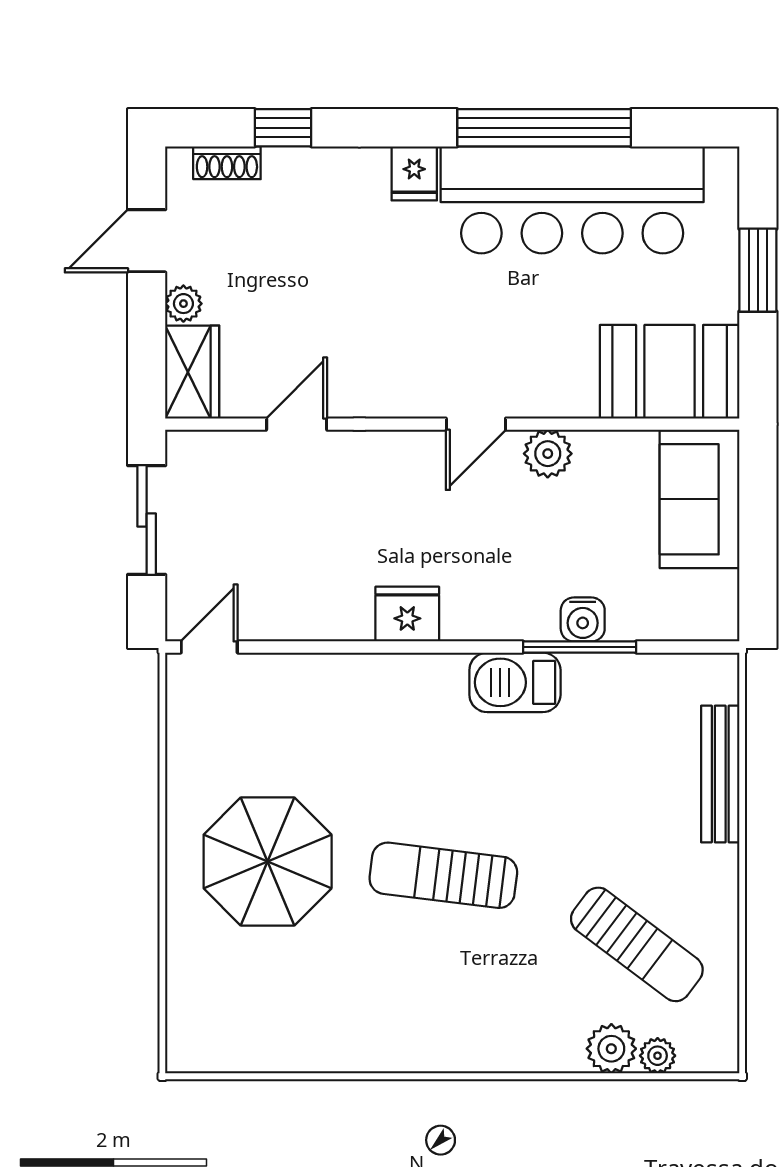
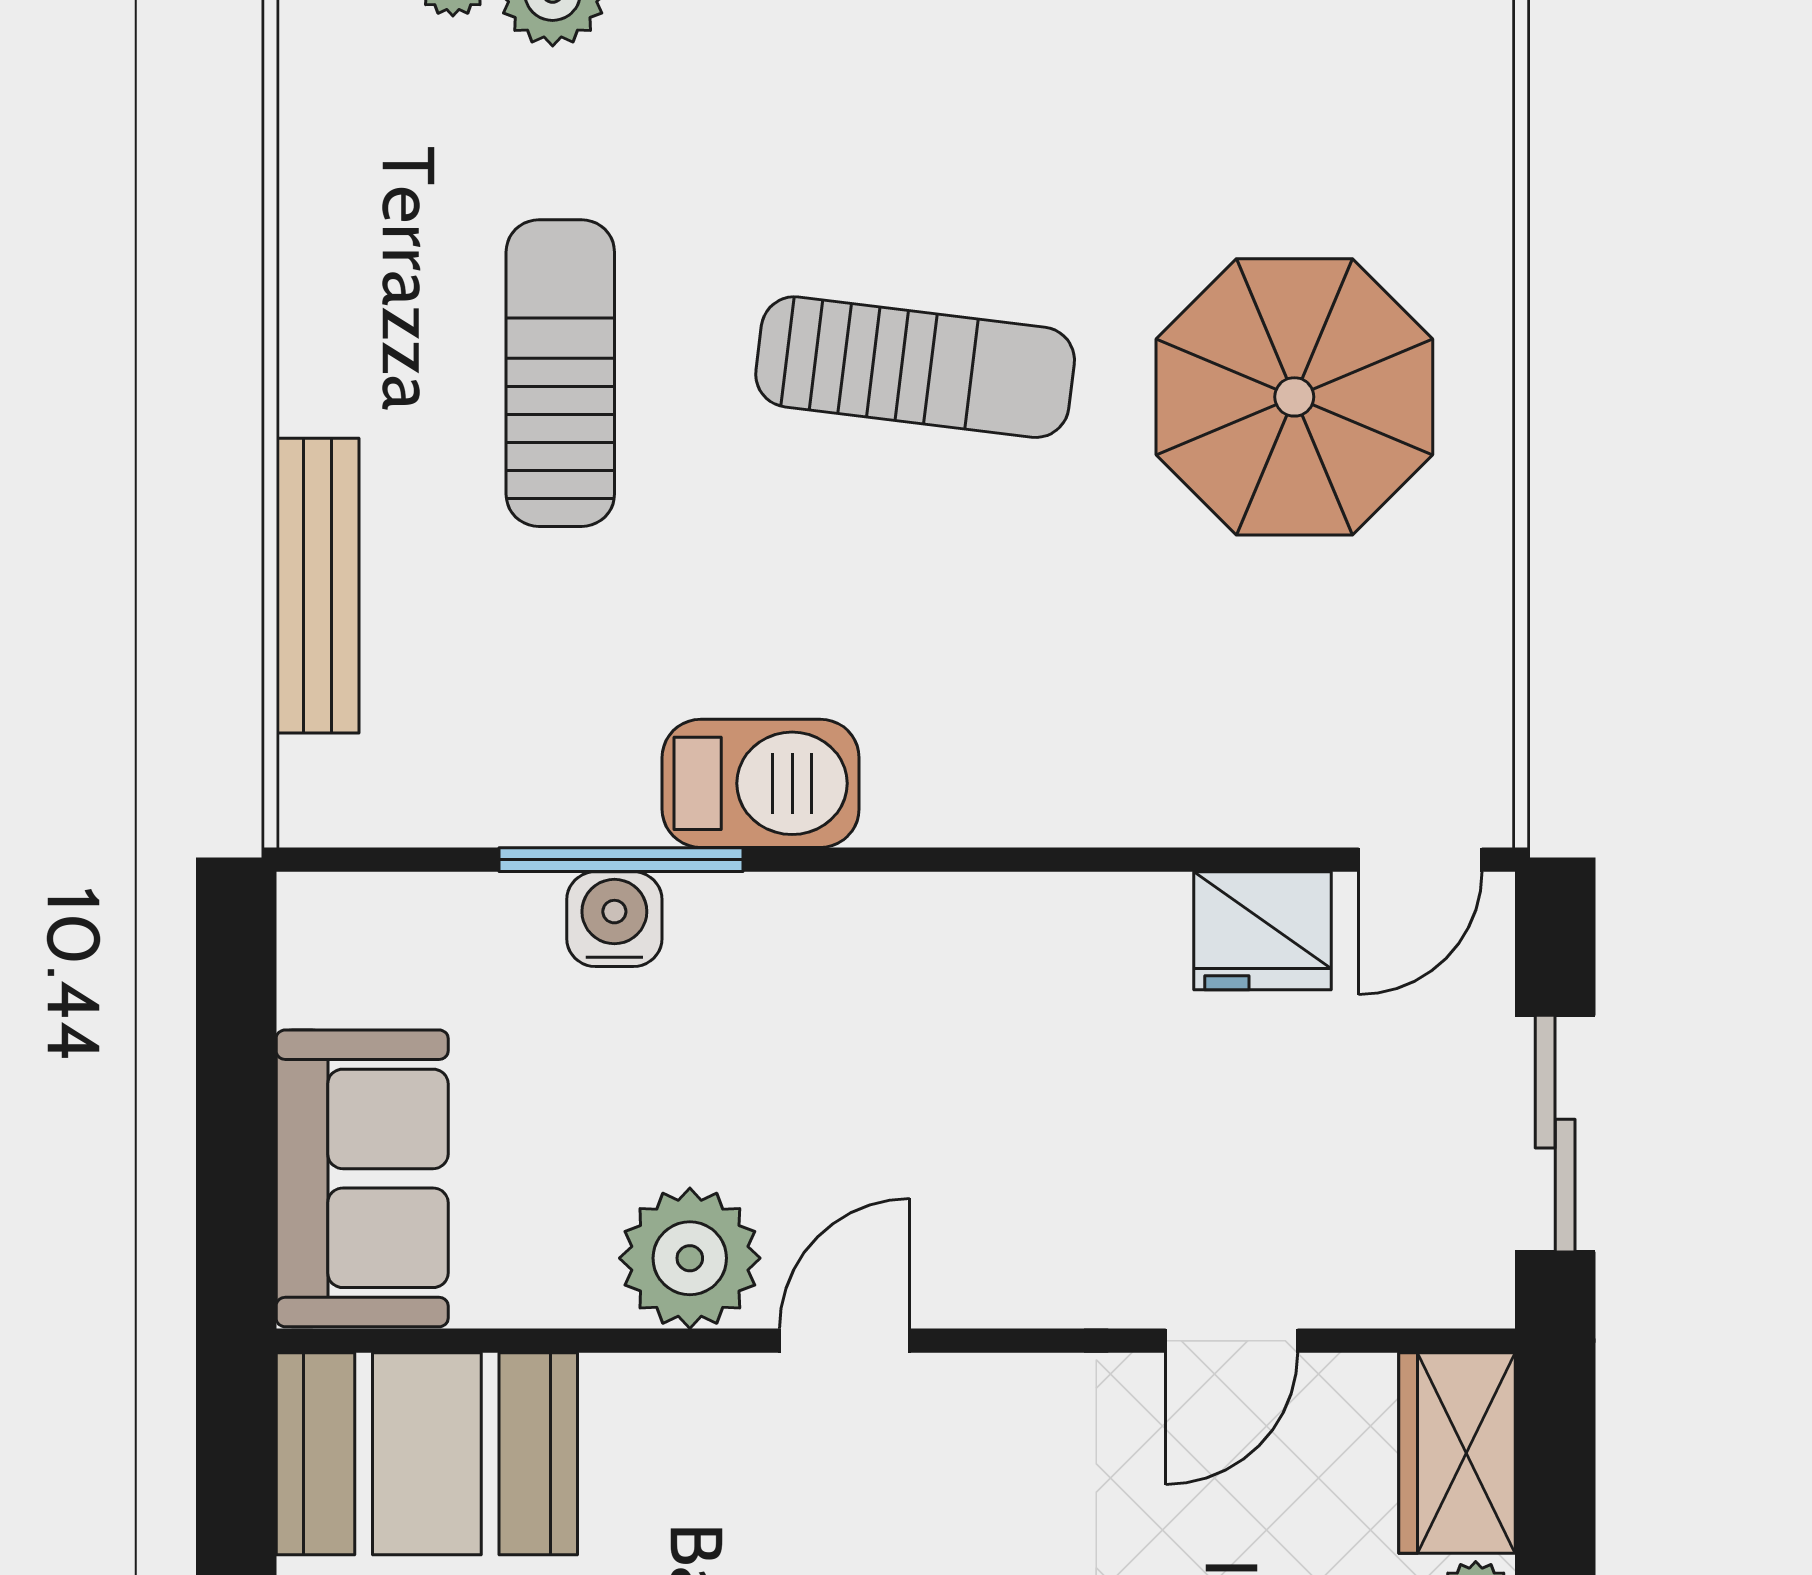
plant: (548, 454) -> (690, 1258), width x1.36, depth x1.36
fridge: (407, 614) -> (1262, 931), moved
sun lounger: (637, 944) -> (560, 373), moved, turned 53

